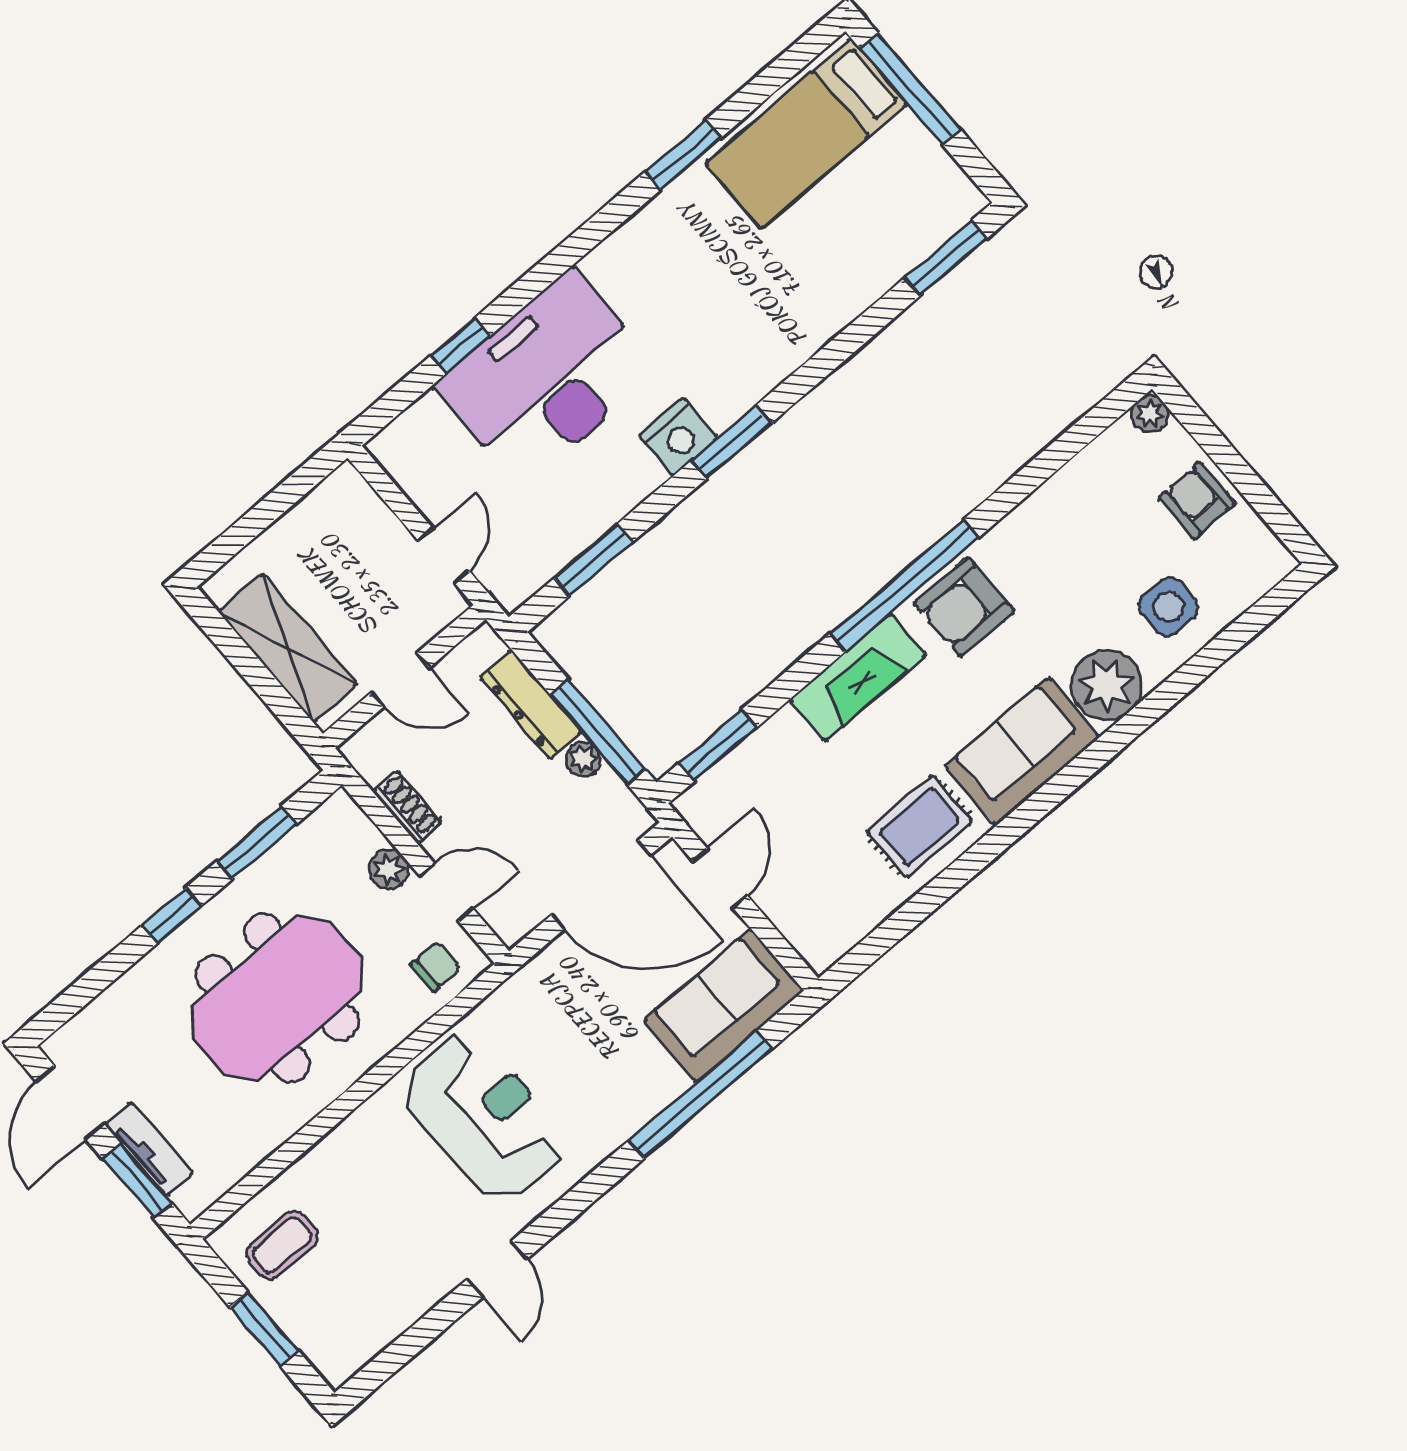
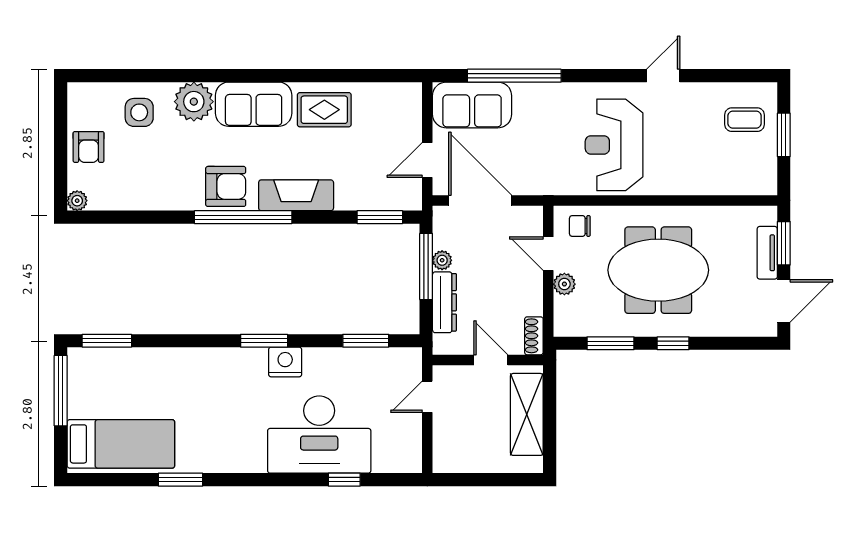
window: (910, 89) -> (61, 391), moved
shoe rack: (407, 807) -> (534, 336), moved
coffee table: (282, 1245) -> (744, 120), moved

